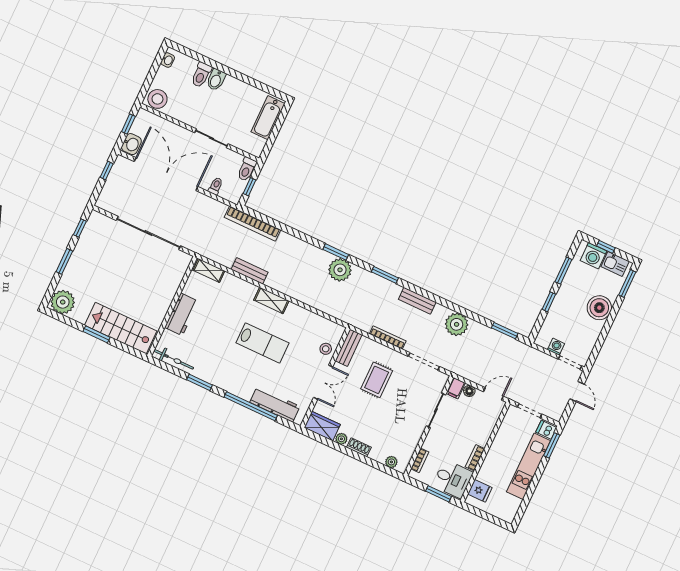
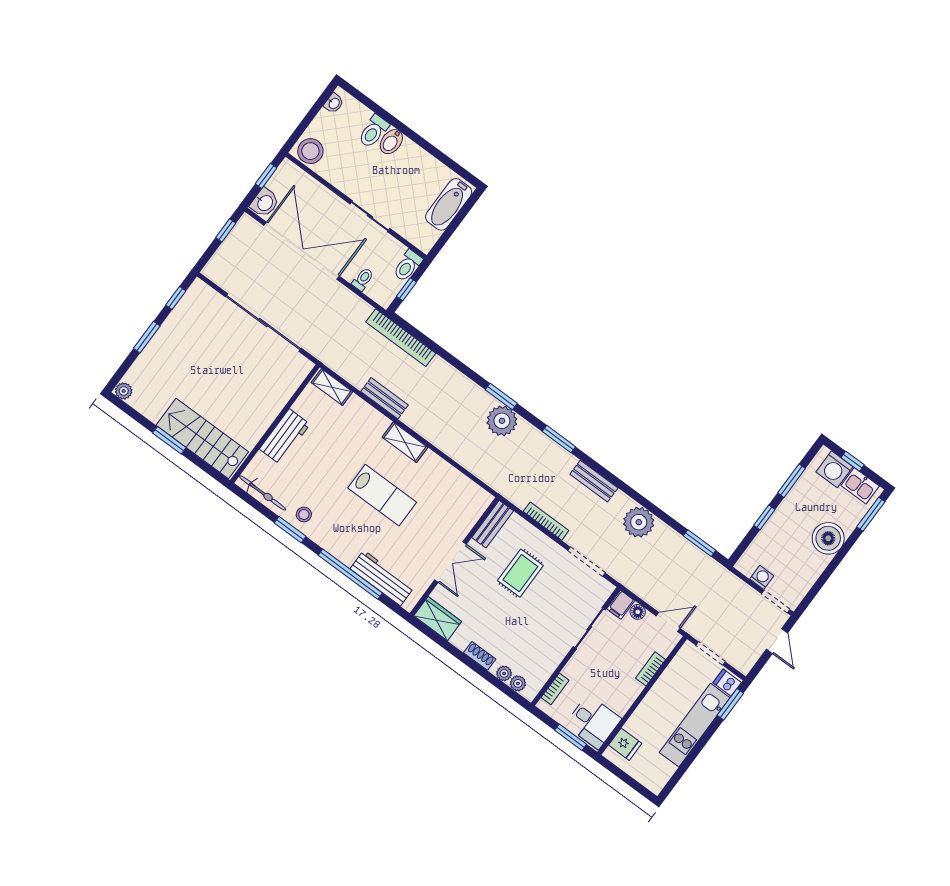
plant: (63, 302) -> (124, 391), width x0.53, depth x0.53
stool: (326, 349) -> (304, 514), moved
plant: (341, 439) -> (504, 673), moved
bookcase: (475, 458) -> (651, 669), moved

